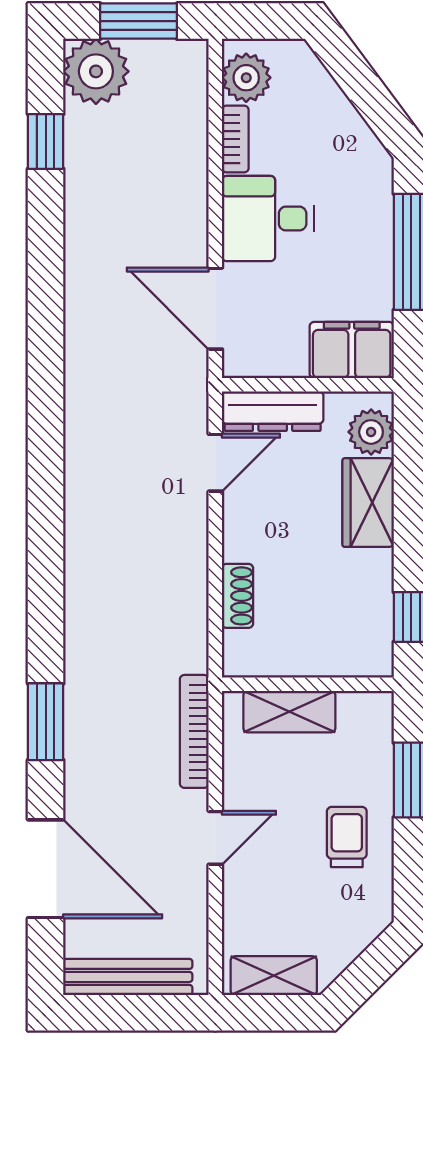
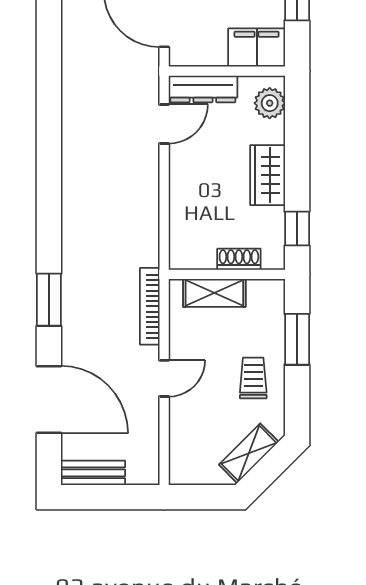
wardrobe: (368, 503) -> (268, 175), moved
shoe rack: (237, 596) -> (239, 259), moved, turned -90
shelving: (274, 976) -> (249, 453), moved, turned -45
bench: (128, 977) -> (93, 473), width x0.73

